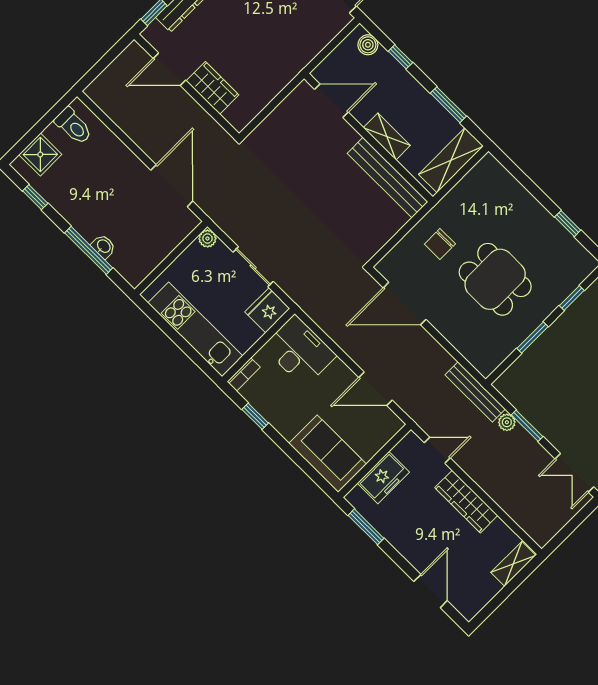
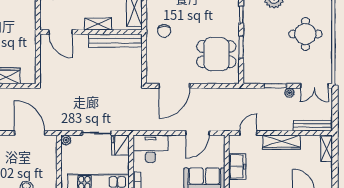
door: (331, 101) -> (60, 32), swing flipped
chair: (440, 244) -> (164, 31), moved
dining table: (495, 279) -> (216, 54), moved
bench: (475, 392) -> (313, 126), moved
plant: (507, 422) -> (289, 93), moved

